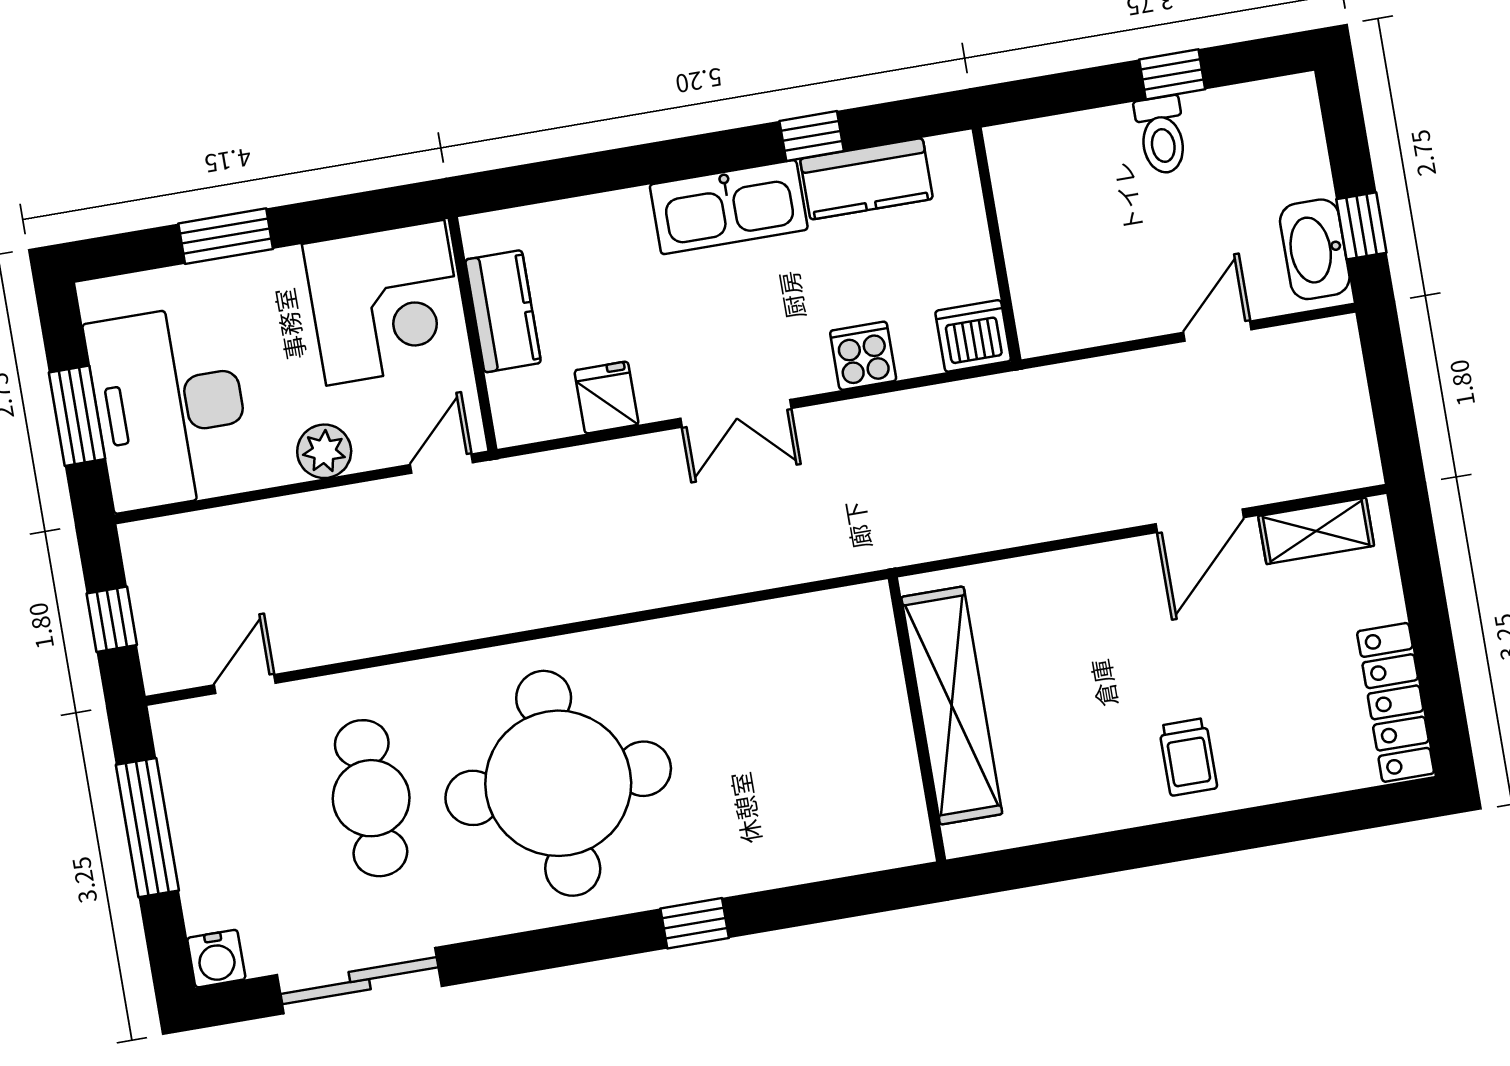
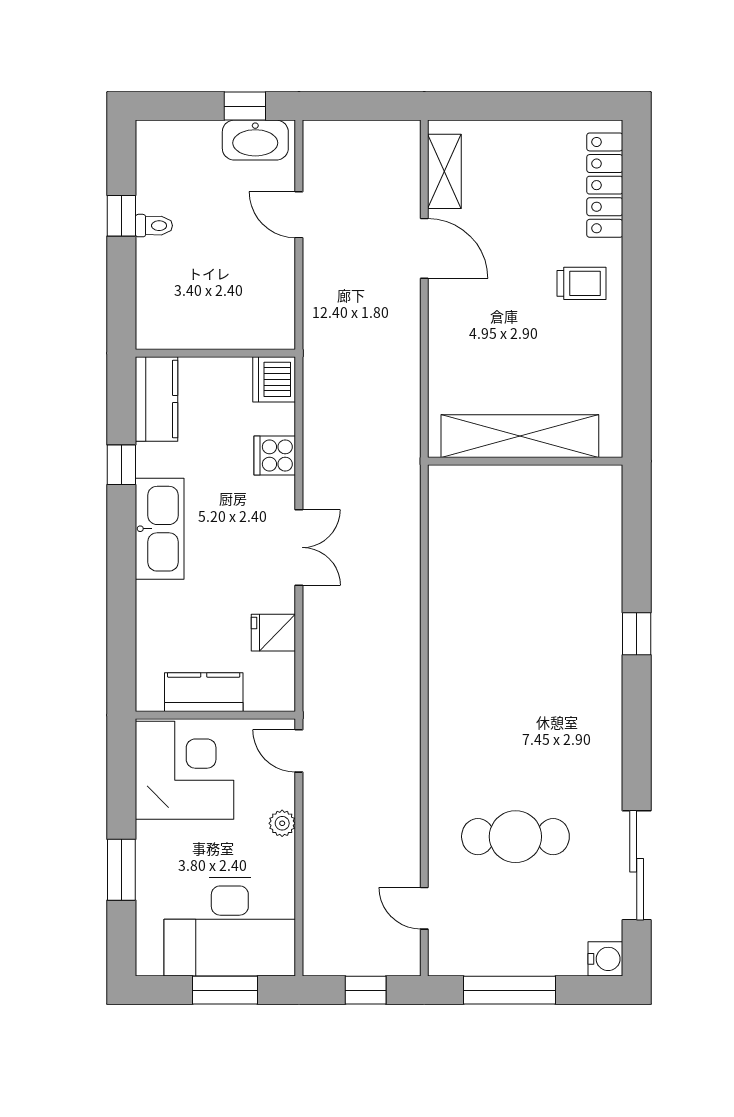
toilet: (1162, 135) -> (154, 226), width x0.73, depth x0.72
kitchen counter: (866, 179) -> (157, 399), moved
plant: (324, 451) -> (282, 823), width x0.73, depth x0.73
locker: (1396, 702) -> (605, 185), moved, turned 90
round table: (558, 783) -> (527, 709), removed

